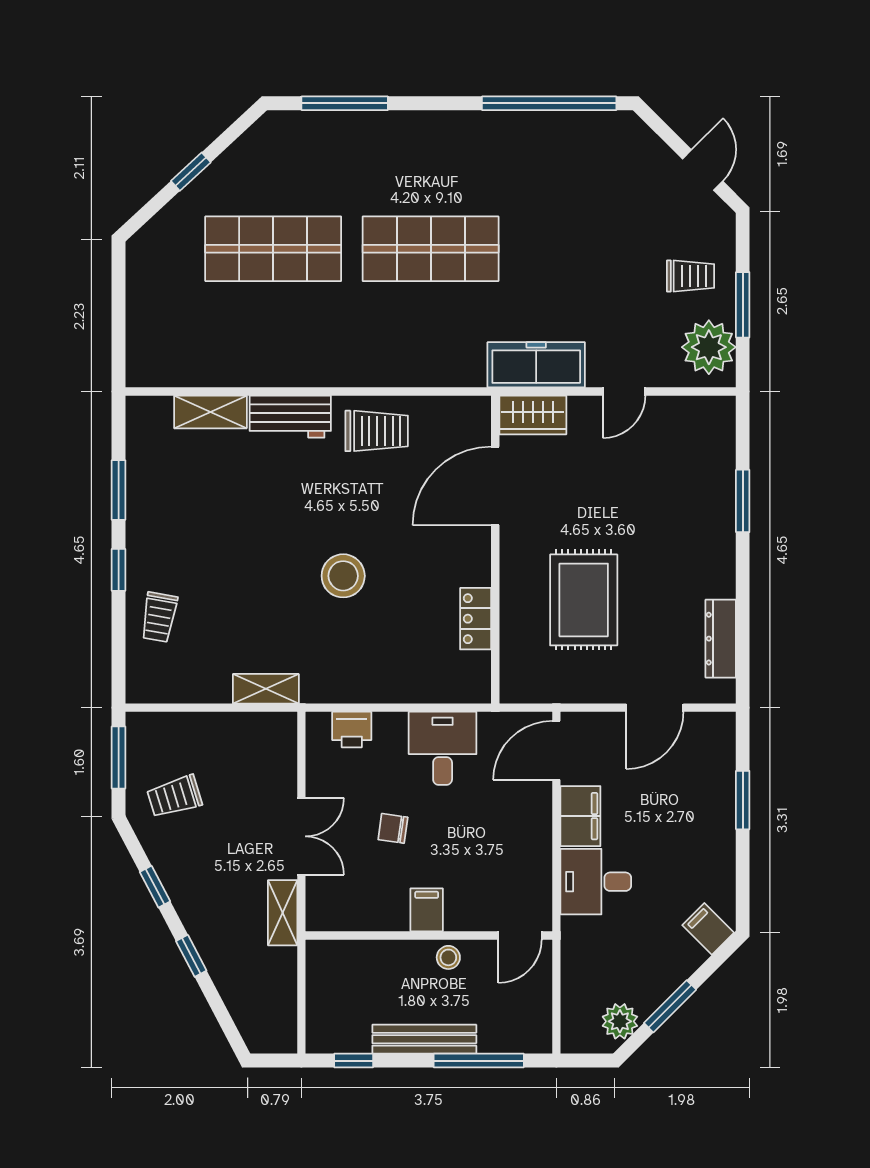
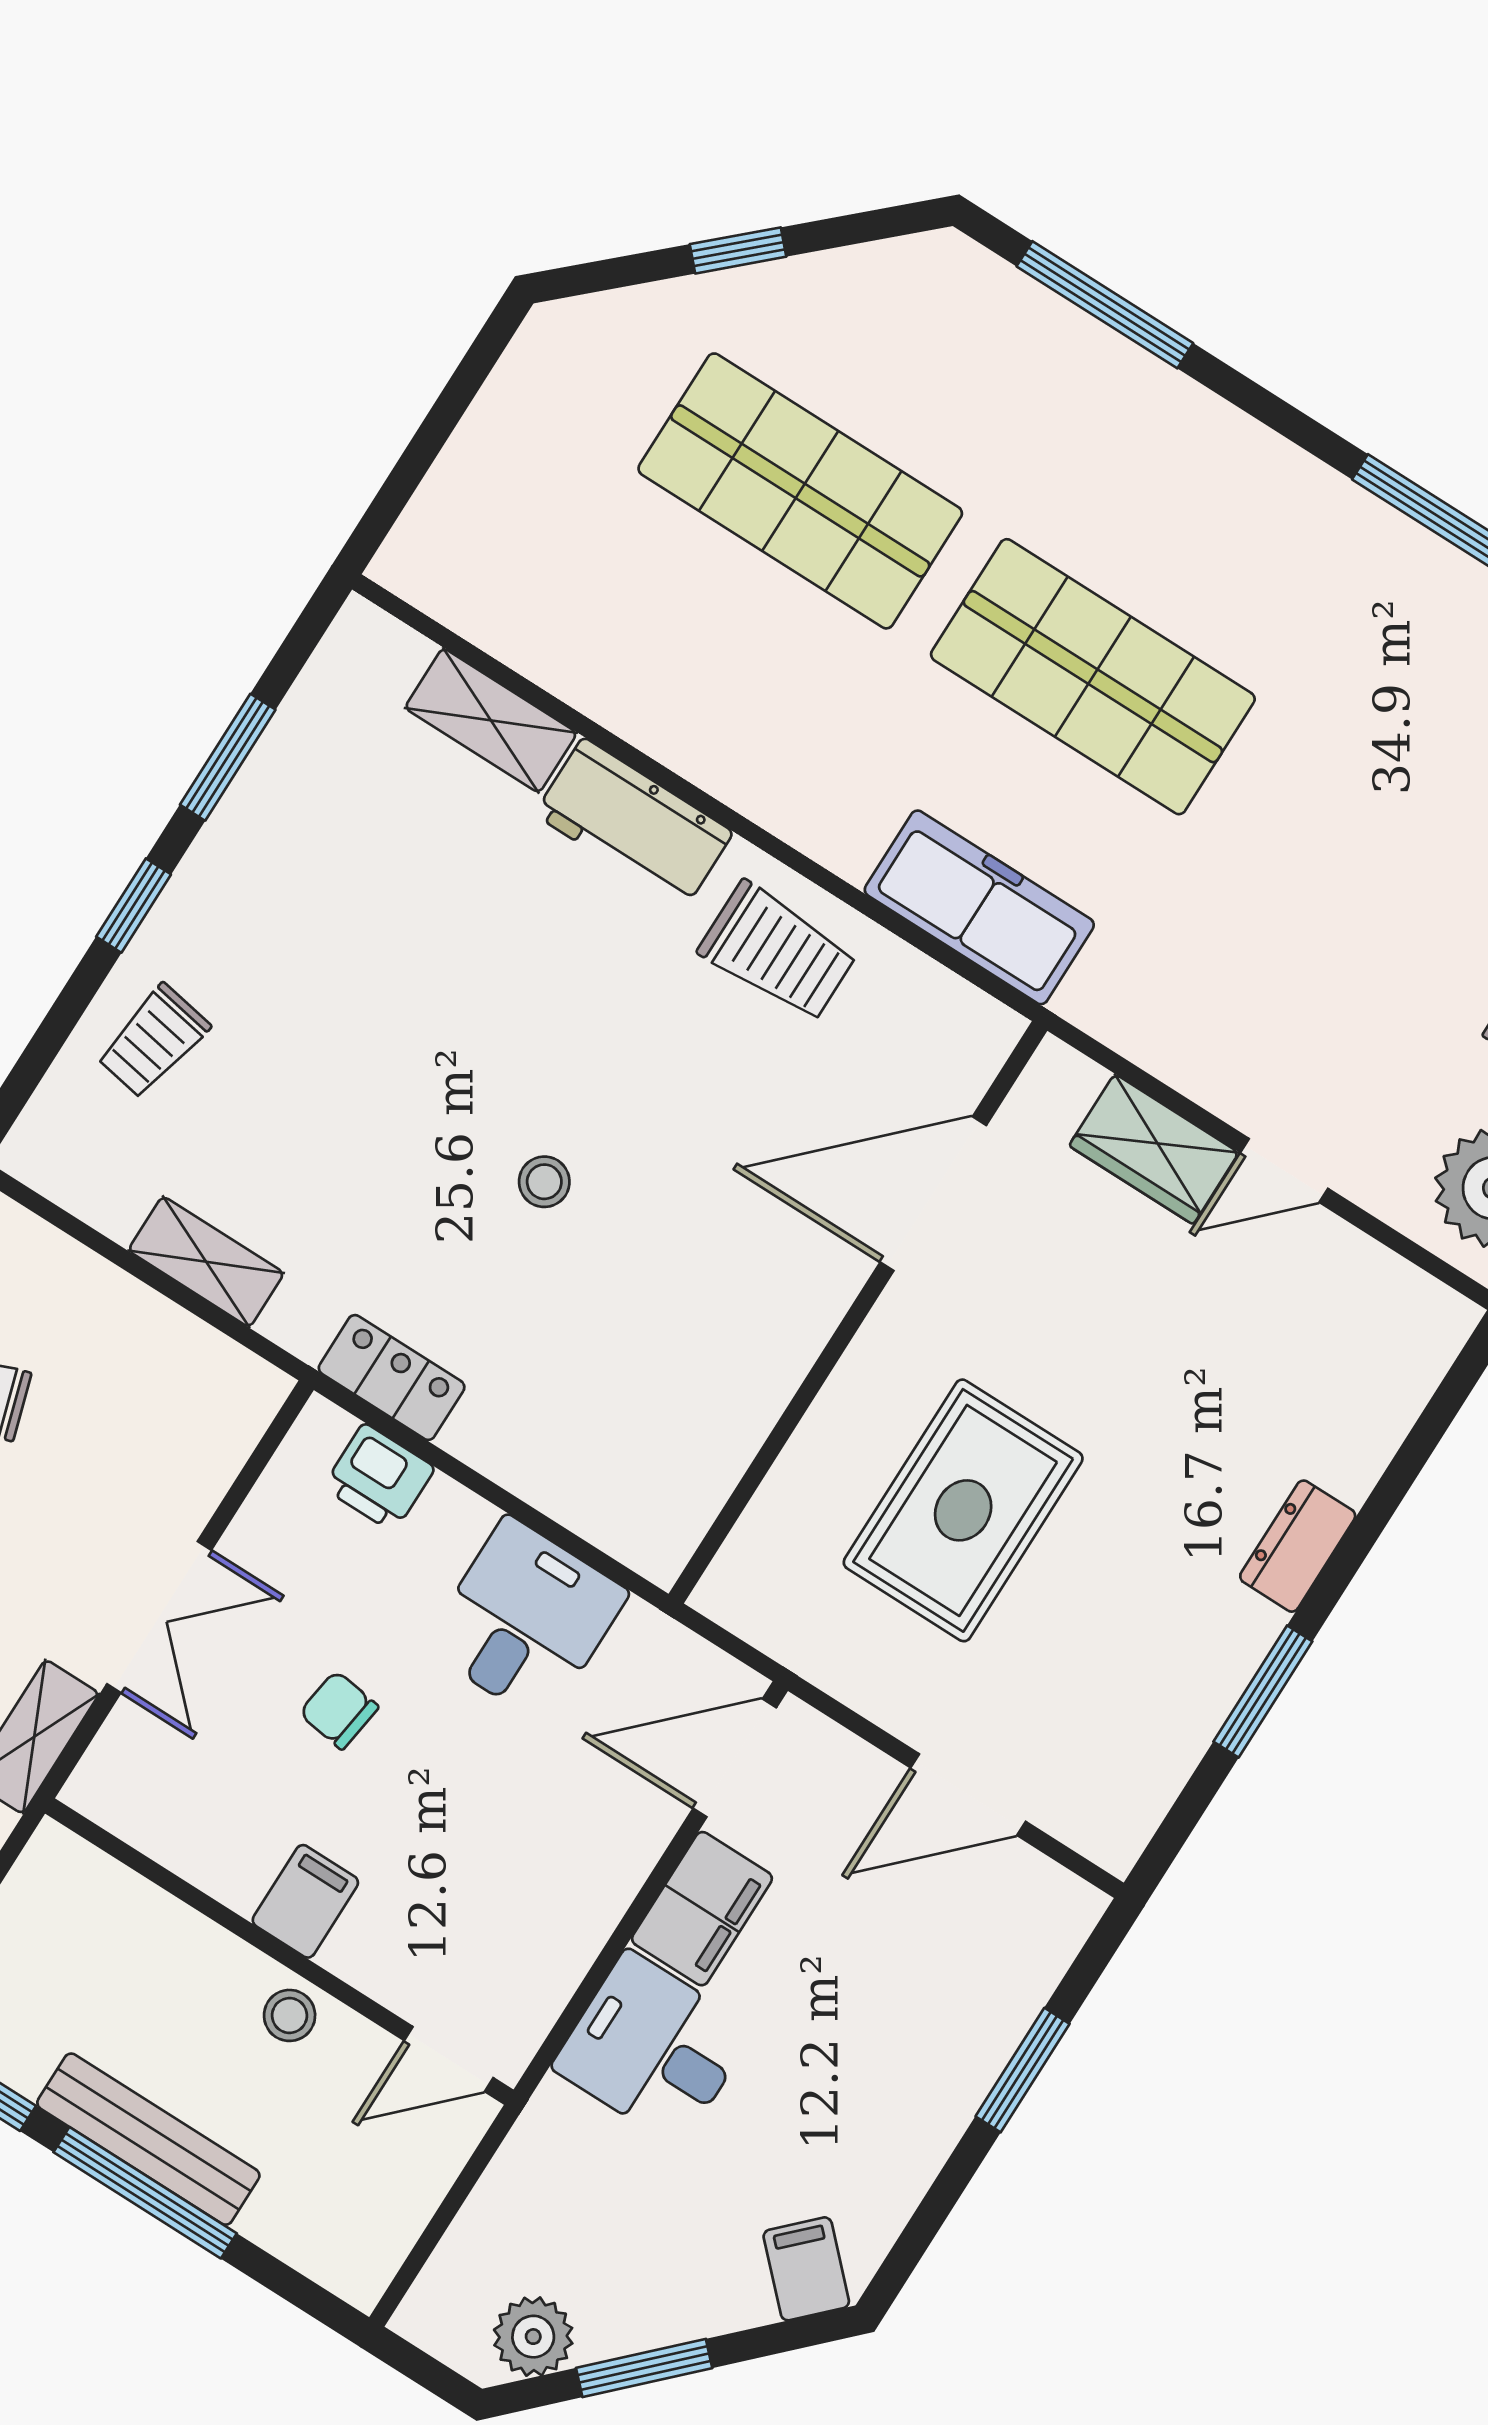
freezer: (536, 365) -> (979, 907), moved
wardrobe: (533, 415) -> (1154, 1149), moved
window: (743, 501) -> (1263, 1692), moved
stool: (343, 576) -> (544, 1182), width x0.53, depth x0.53
locker: (476, 619) -> (392, 1378), moved, turned 90
dresser: (721, 639) -> (1298, 1546), moved, width x0.70
shelving: (266, 689) -> (206, 1262), moved
window: (479, 1061) -> (145, 2193), moved

